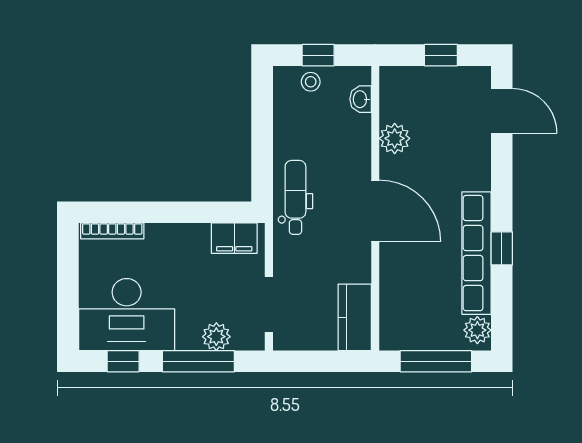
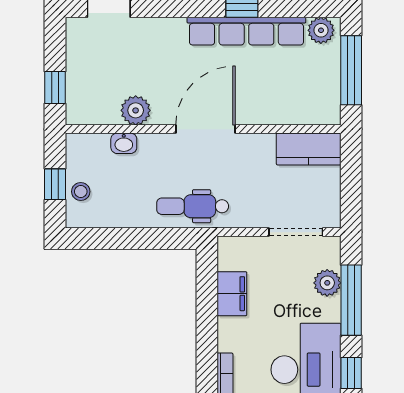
window: (441, 55) -> (55, 87), moved
washbasin: (361, 99) -> (124, 143), moved
filing cabinet: (234, 238) -> (232, 294), moved

